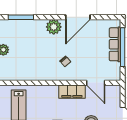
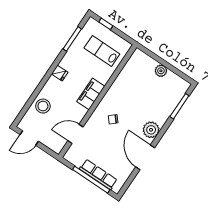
filing cabinet: (72, 92) -> (91, 94), moved

